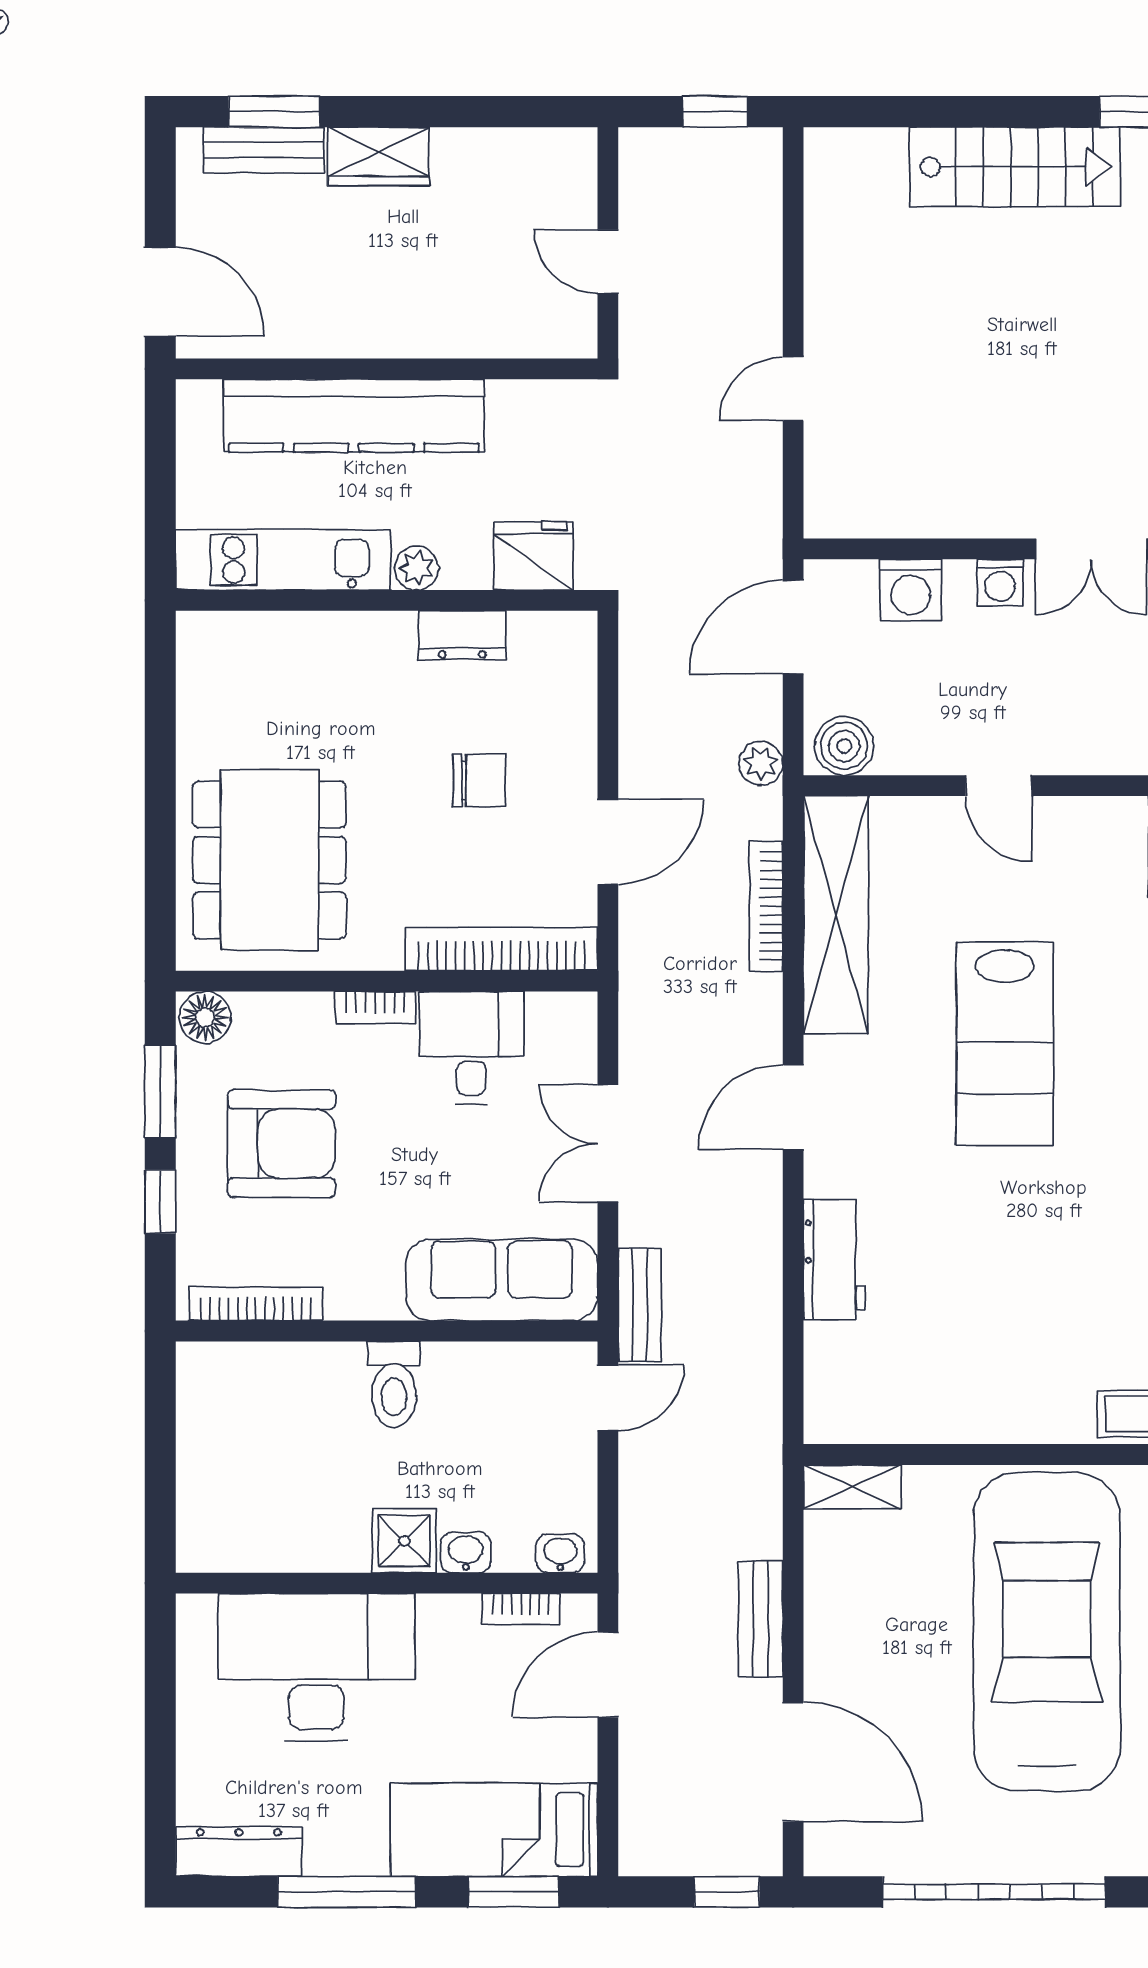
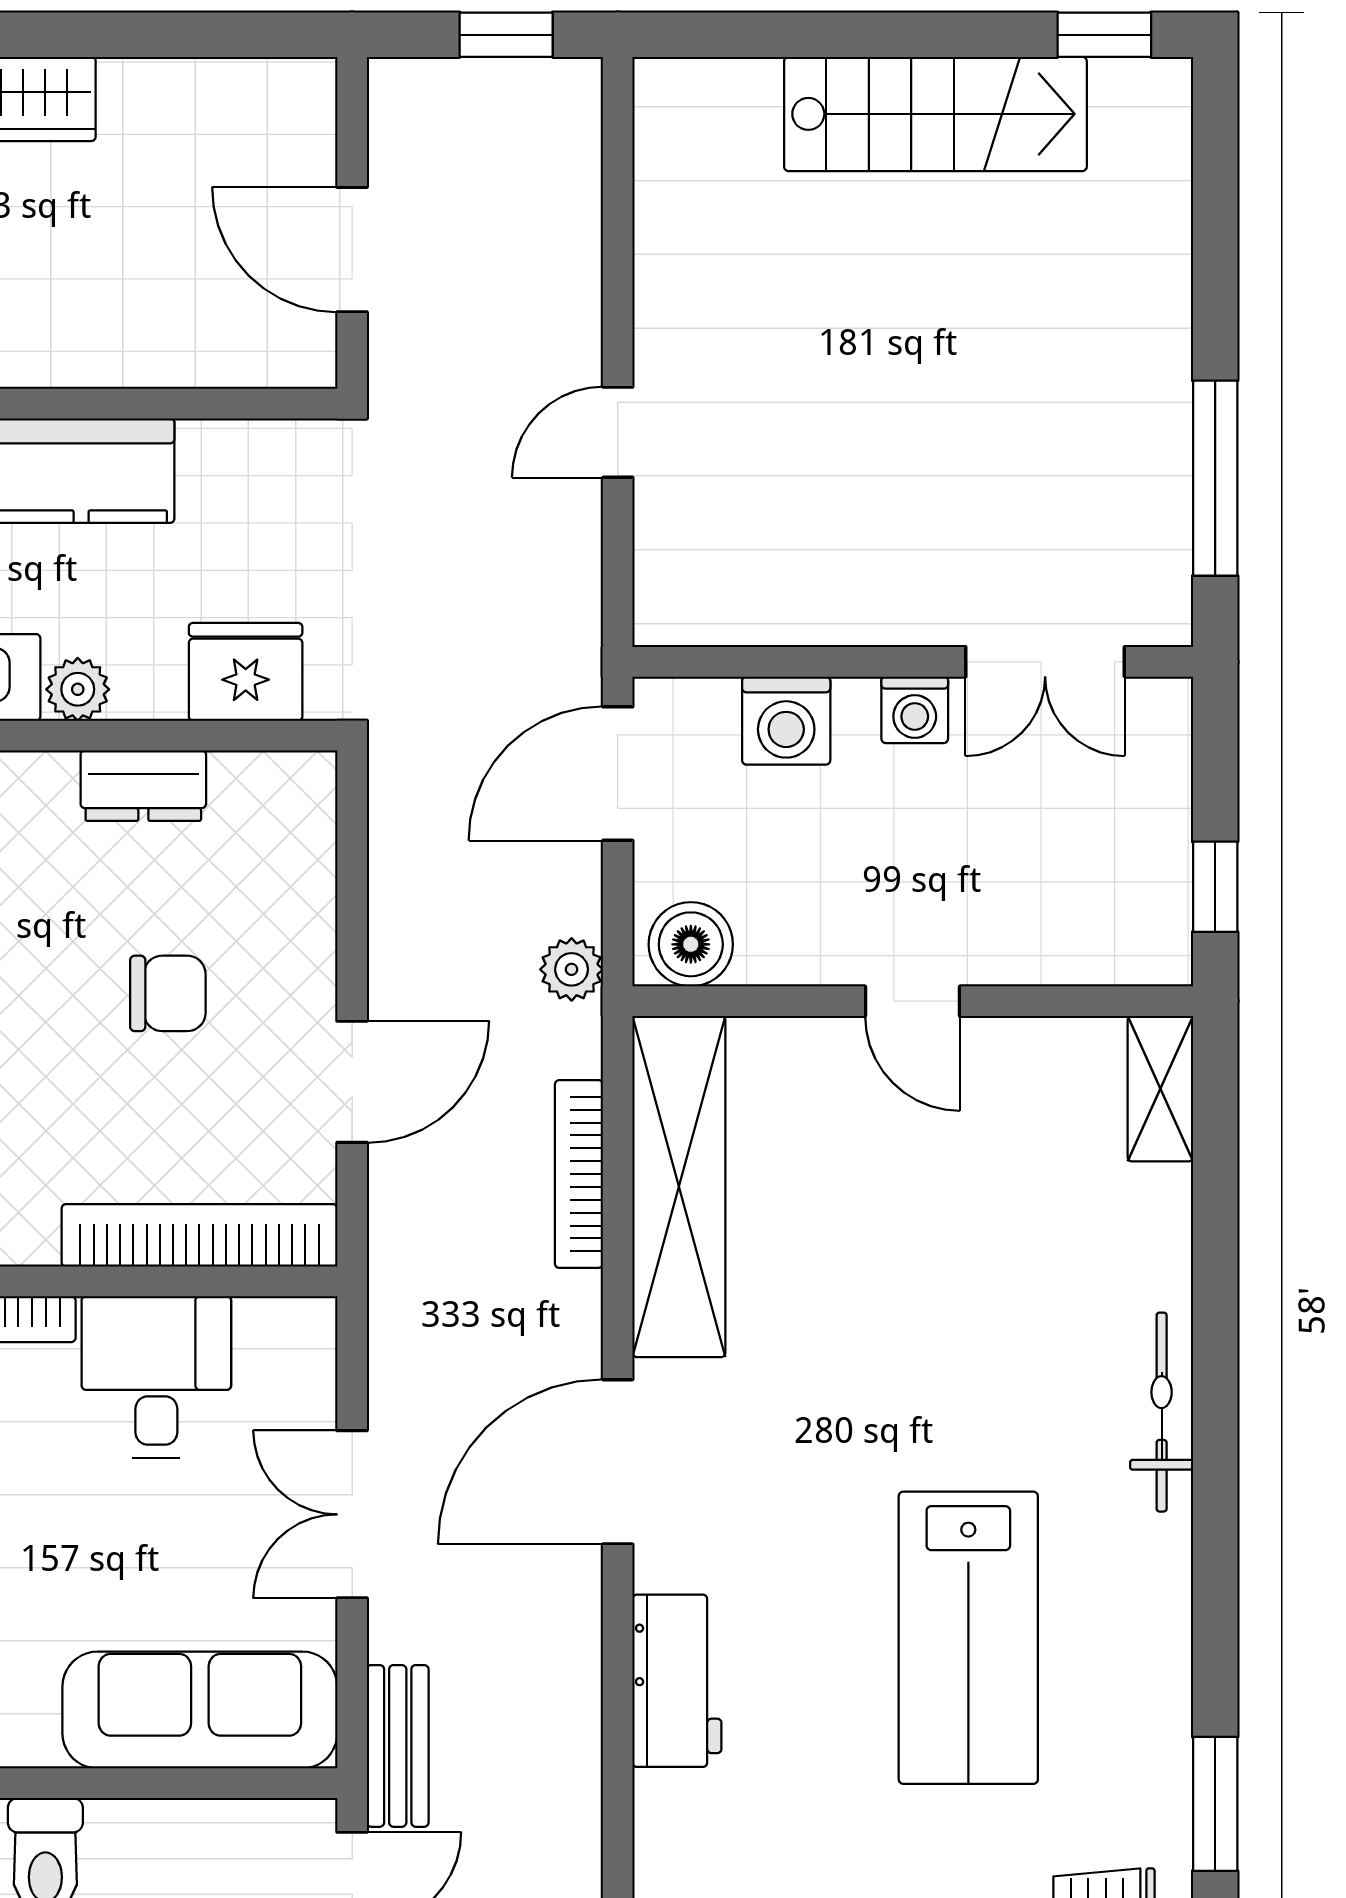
door: (608, 262) -> (352, 250), width x1.38
lab bench: (1005, 1044) -> (968, 1638), moved
door: (793, 1107) -> (618, 1462), width x1.36

